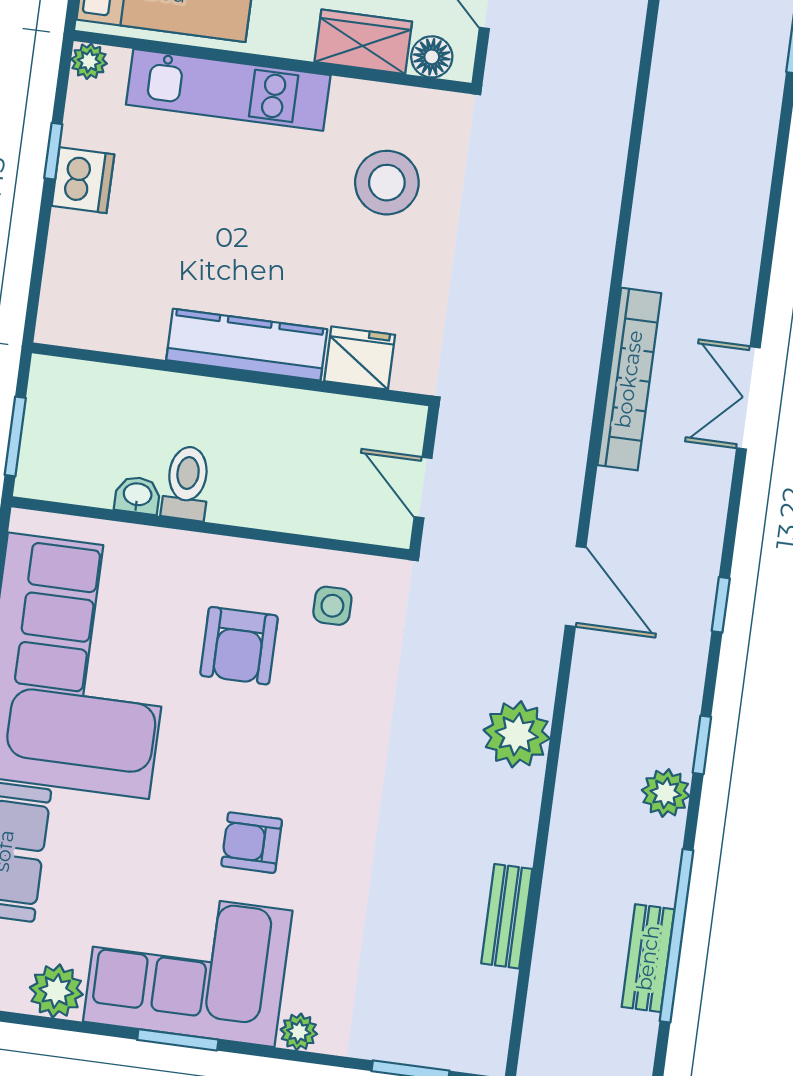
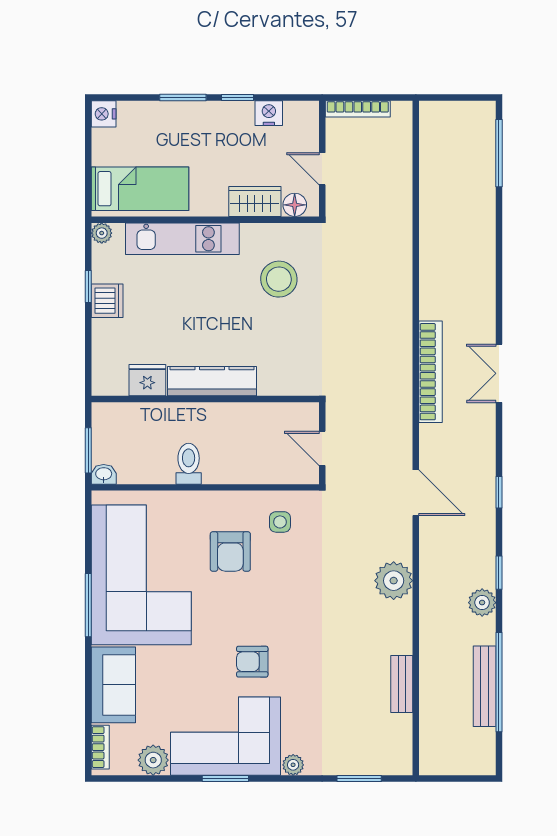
fridge: (360, 358) -> (147, 380), moved
washbasin: (137, 495) -> (104, 474), moved
bench: (648, 958) -> (485, 686), width x1.36

